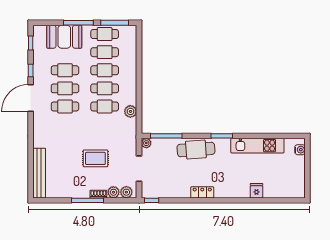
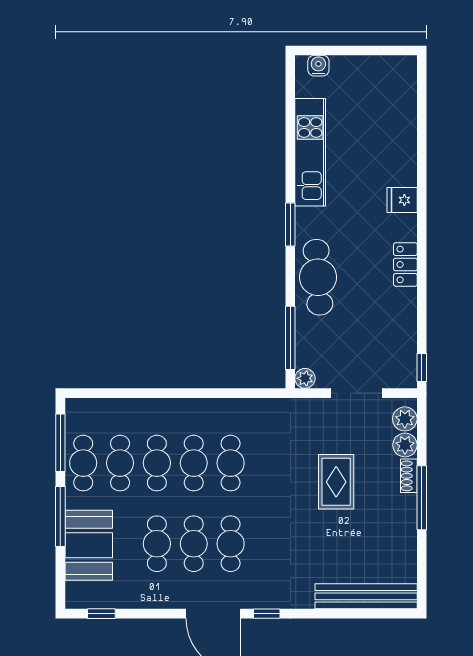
window: (31, 71) -> (267, 614), moved
plant: (130, 111) -> (241, 410), removed
fridge: (256, 191) -> (402, 200), moved

